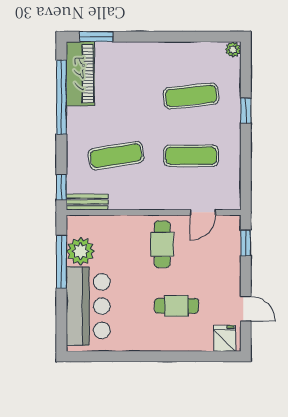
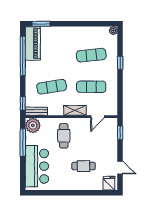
shelving: (160, 200) -> (75, 110), added
cafe table: (162, 244) -> (64, 136), moved
plant: (80, 251) -> (33, 125), moved

